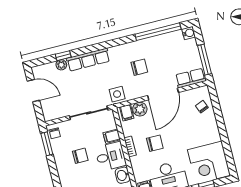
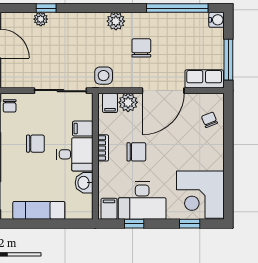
plant: (116, 53) -> (116, 21), added
row of seats: (88, 60) -> (77, 21), removed
chair: (139, 67) -> (141, 48), turned -90

